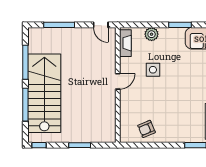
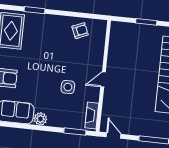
window: (180, 25) -> (75, 132), moved
plant: (152, 34) -> (40, 119), moved

